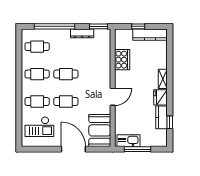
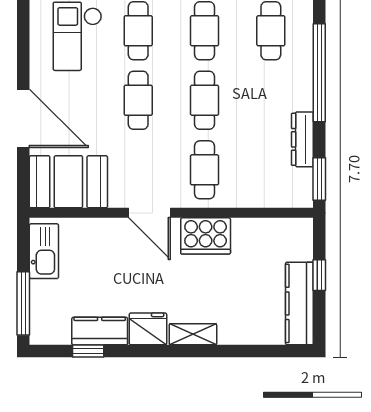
cooker: (122, 60) -> (206, 236), moved
cafe table: (95, 74) -> (205, 170), added
door: (73, 149) -> (23, 118), hinge flipped
window: (137, 149) -> (23, 303), moved

